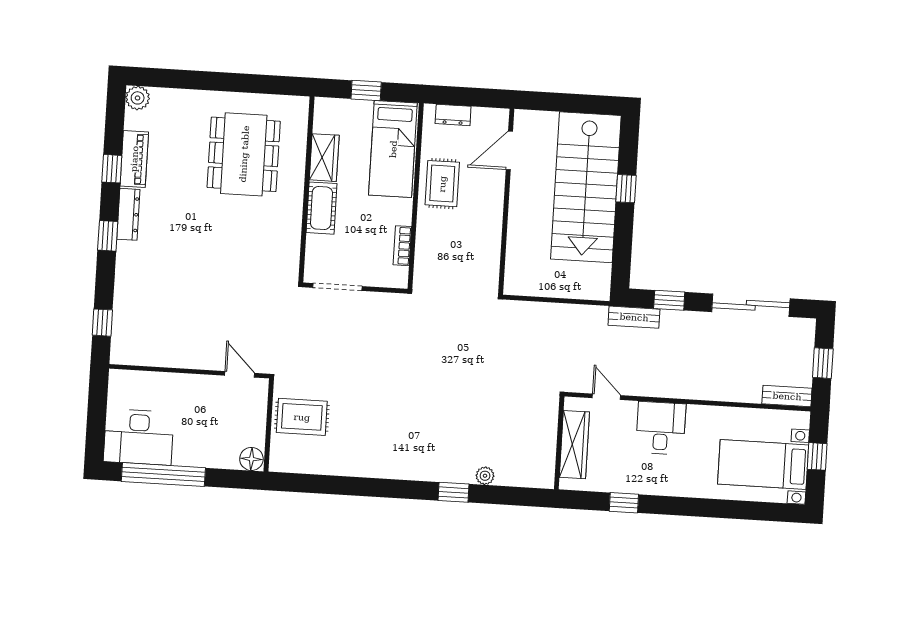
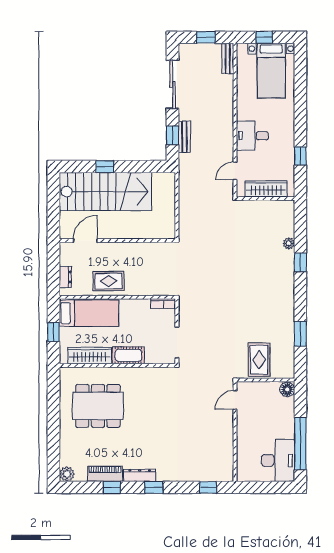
door: (509, 150) -> (85, 241), swing flipped
wardrobe: (324, 158) -> (90, 356), width x1.50
bookcase: (402, 246) -> (163, 304), moved
bench: (634, 317) -> (184, 137), moved
window: (339, 485) -> (300, 334), added

